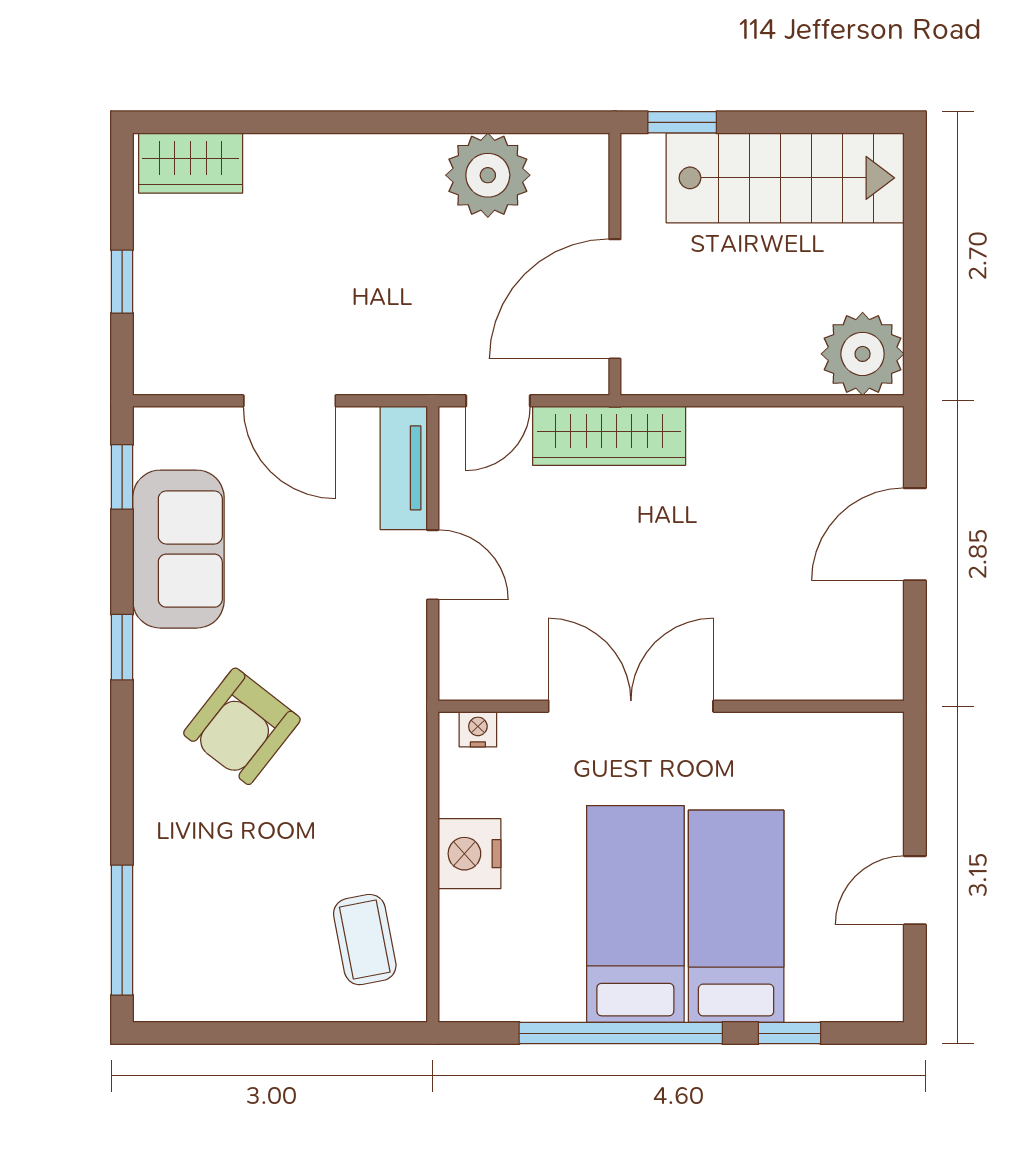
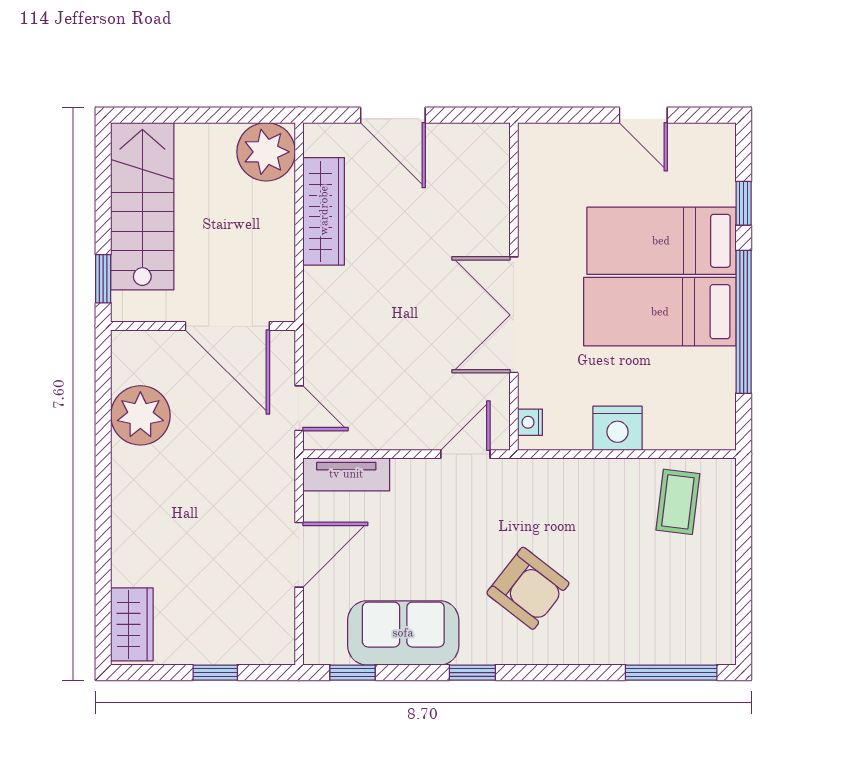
wardrobe: (609, 436) -> (324, 211), moved
door: (433, 565) -> (465, 454), moved
coffee table: (365, 940) -> (678, 502), turned -72

